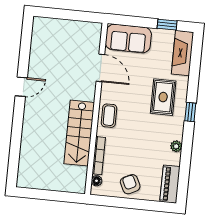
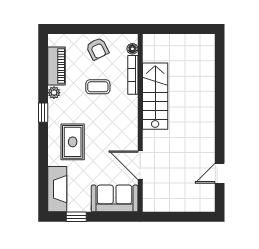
door: (21, 87) -> (220, 173), moved
window: (190, 112) -> (43, 113), moved
coffee table: (109, 116) -> (98, 87), moved, turned 90
piano: (170, 184) -> (57, 66), moved

